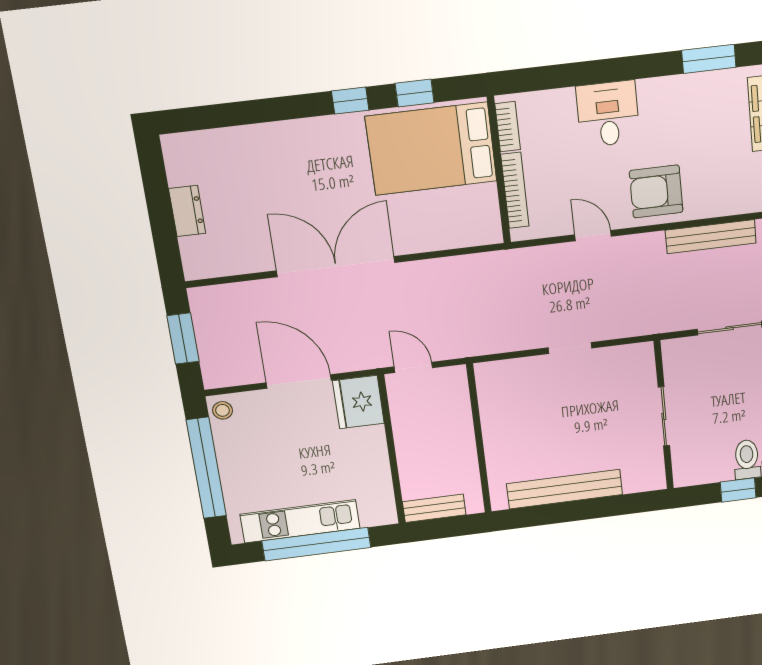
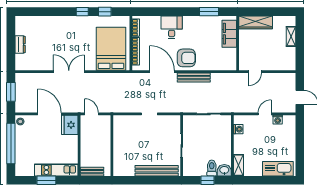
bed: (431, 149) -> (111, 49), moved, turned 90
armchair: (656, 191) -> (186, 58), turned 180
door: (593, 236) -> (162, 72), width x1.88
bench: (711, 237) -> (194, 78), moved
double door: (336, 267) -> (69, 72), width x0.73
bench: (565, 489) -> (157, 171), moved
kitchen unit: (300, 521) -> (56, 170), moved
window: (316, 544) -> (46, 180), width x0.47

